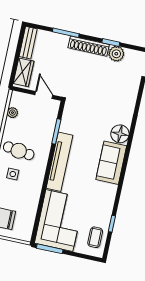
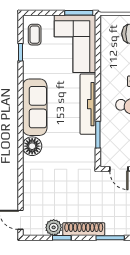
sofa: (111, 163) -> (35, 107), width x1.36

